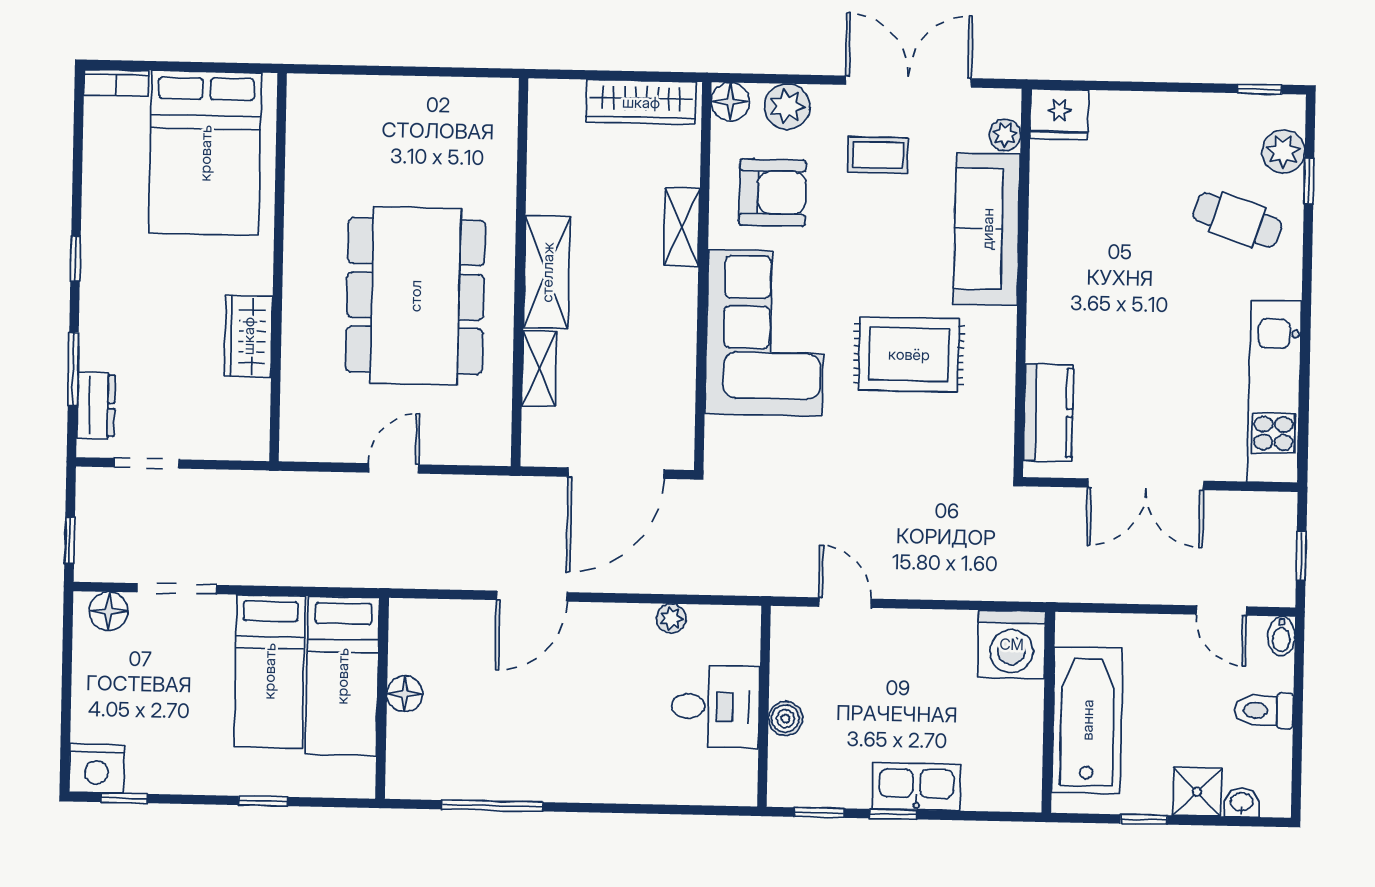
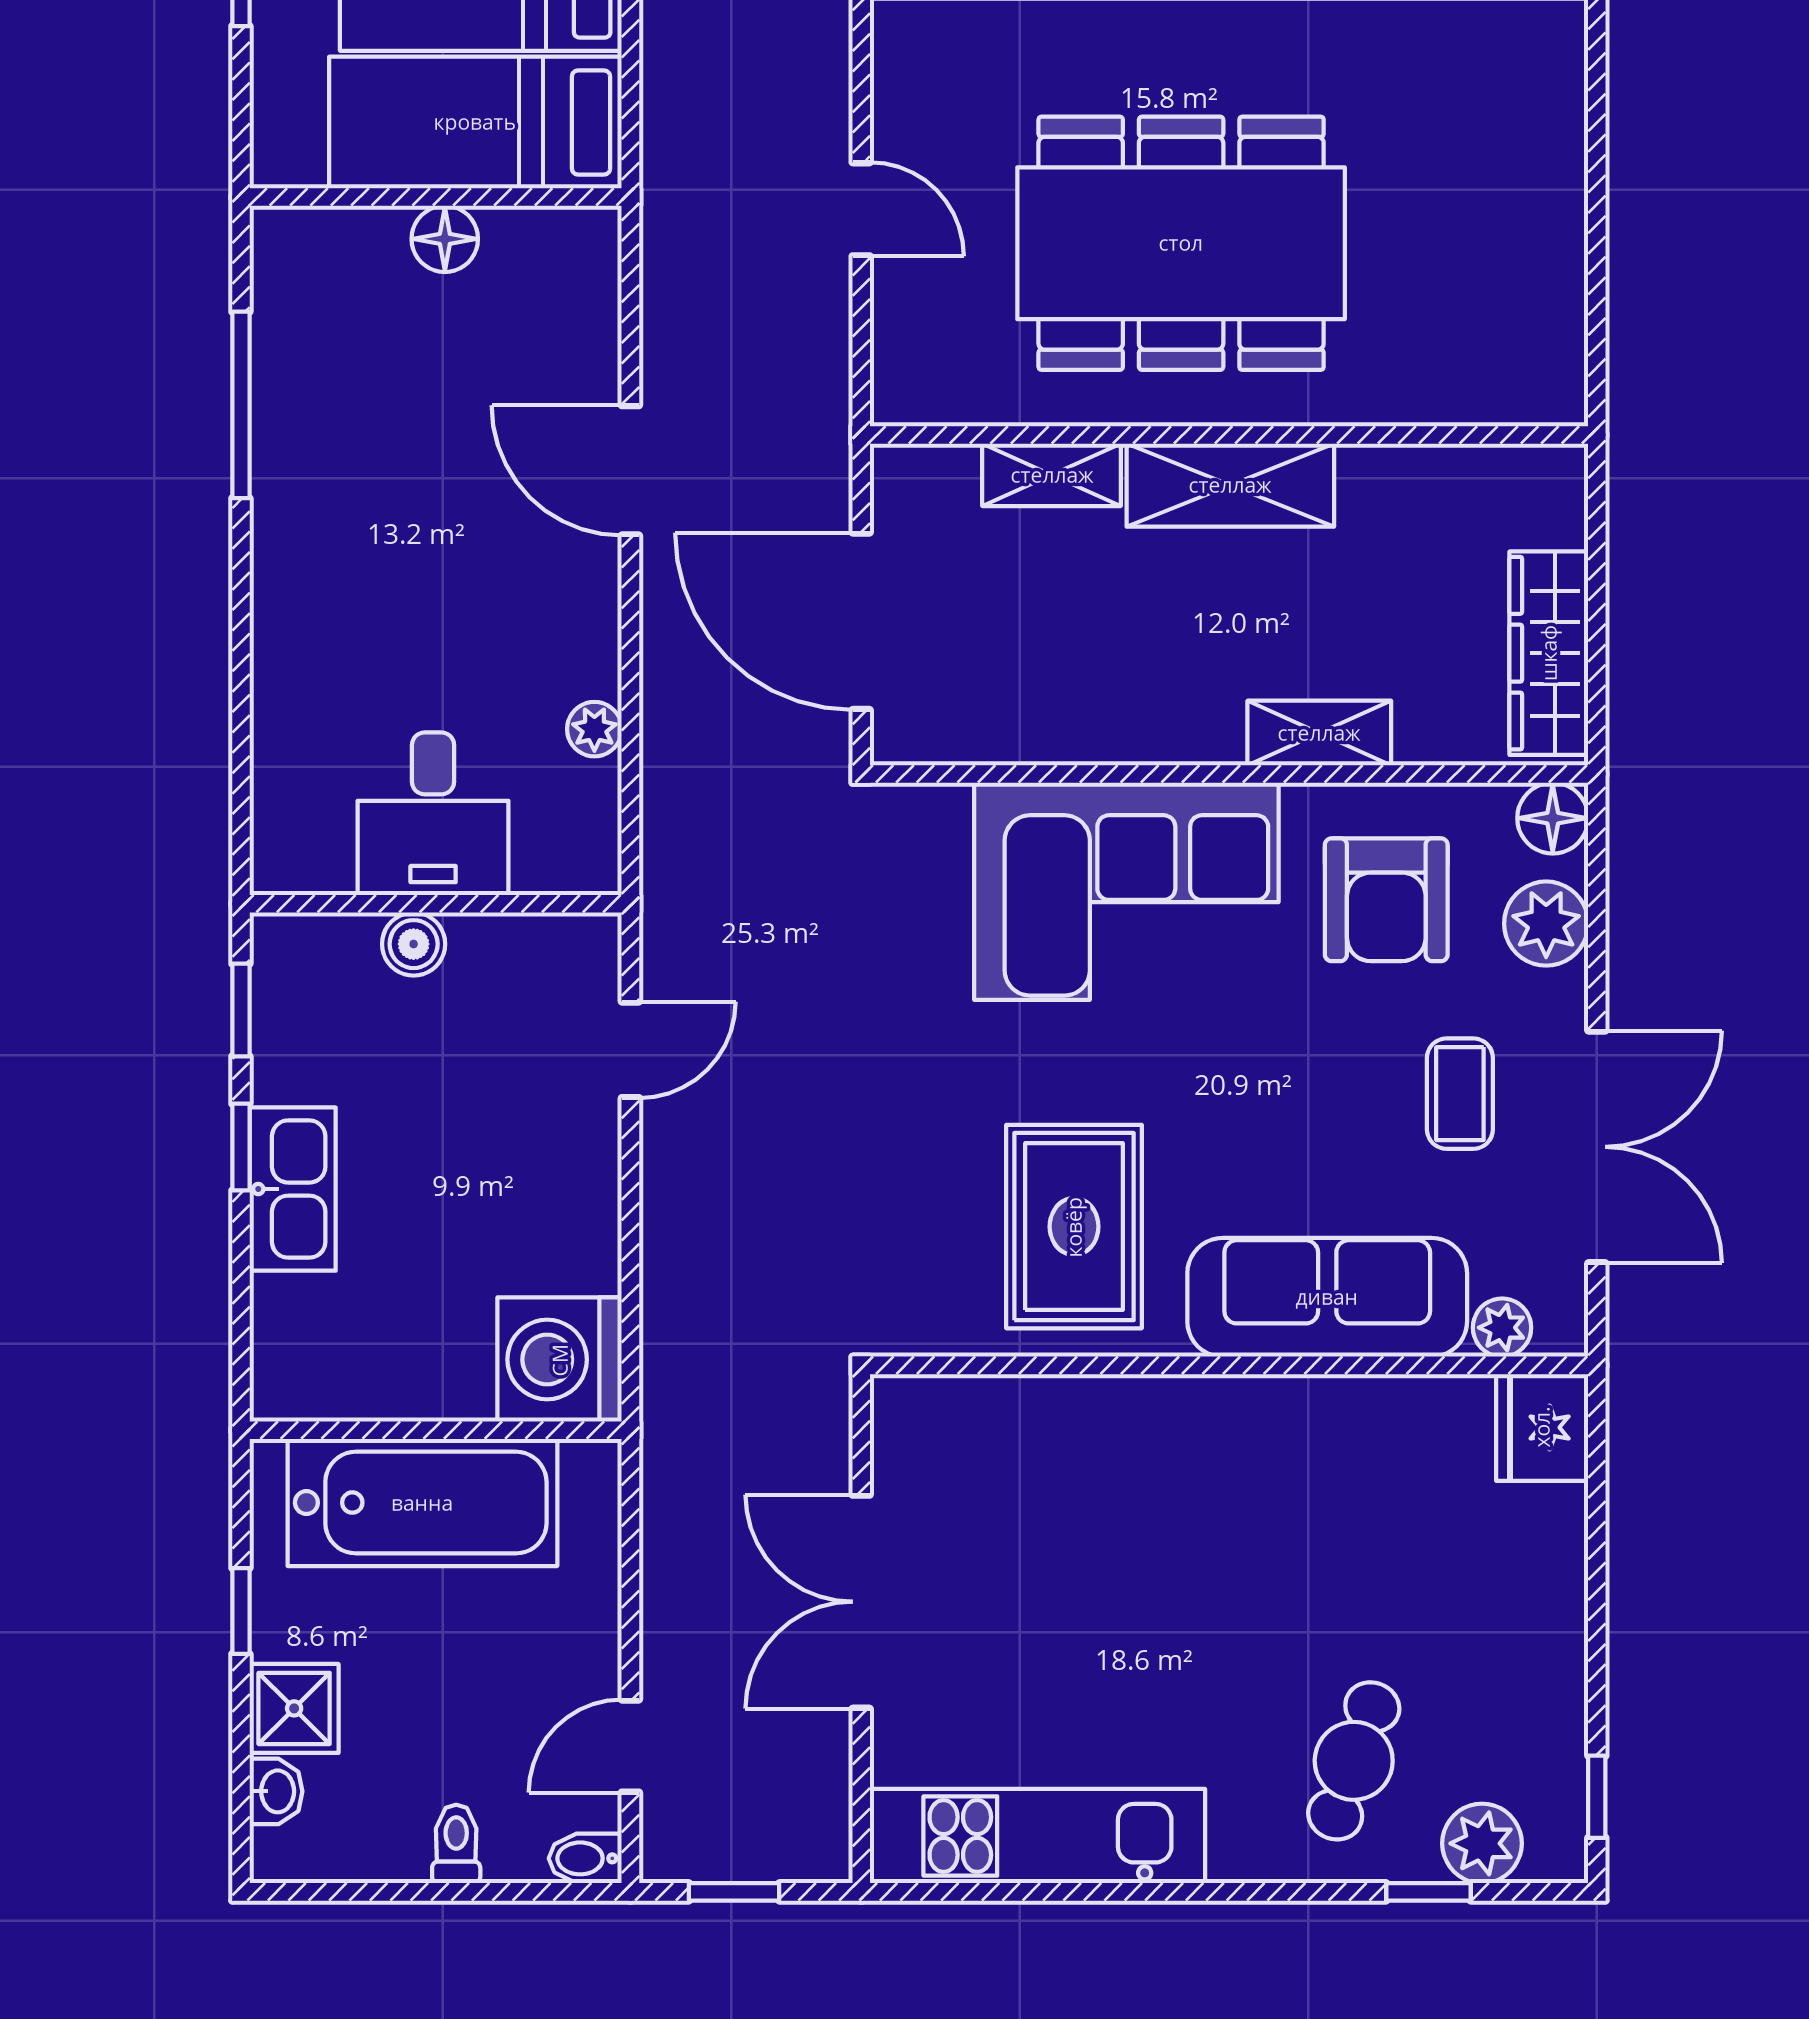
rug: (909, 354) -> (1074, 1227), moved
kitchen counter: (1048, 412) -> (990, 1419), removed
toilet: (1264, 710) -> (456, 1844), width x0.73, depth x0.72

